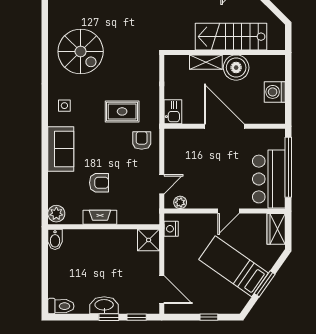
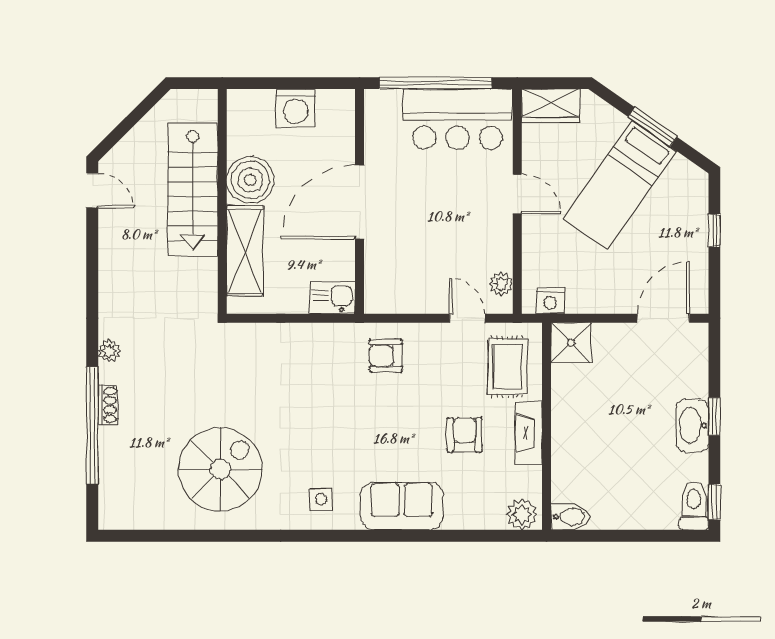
shelving: (206, 62) -> (245, 251), width x1.50, depth x1.33
rug: (122, 111) -> (508, 367), moved
window: (137, 317) -> (714, 502), moved

